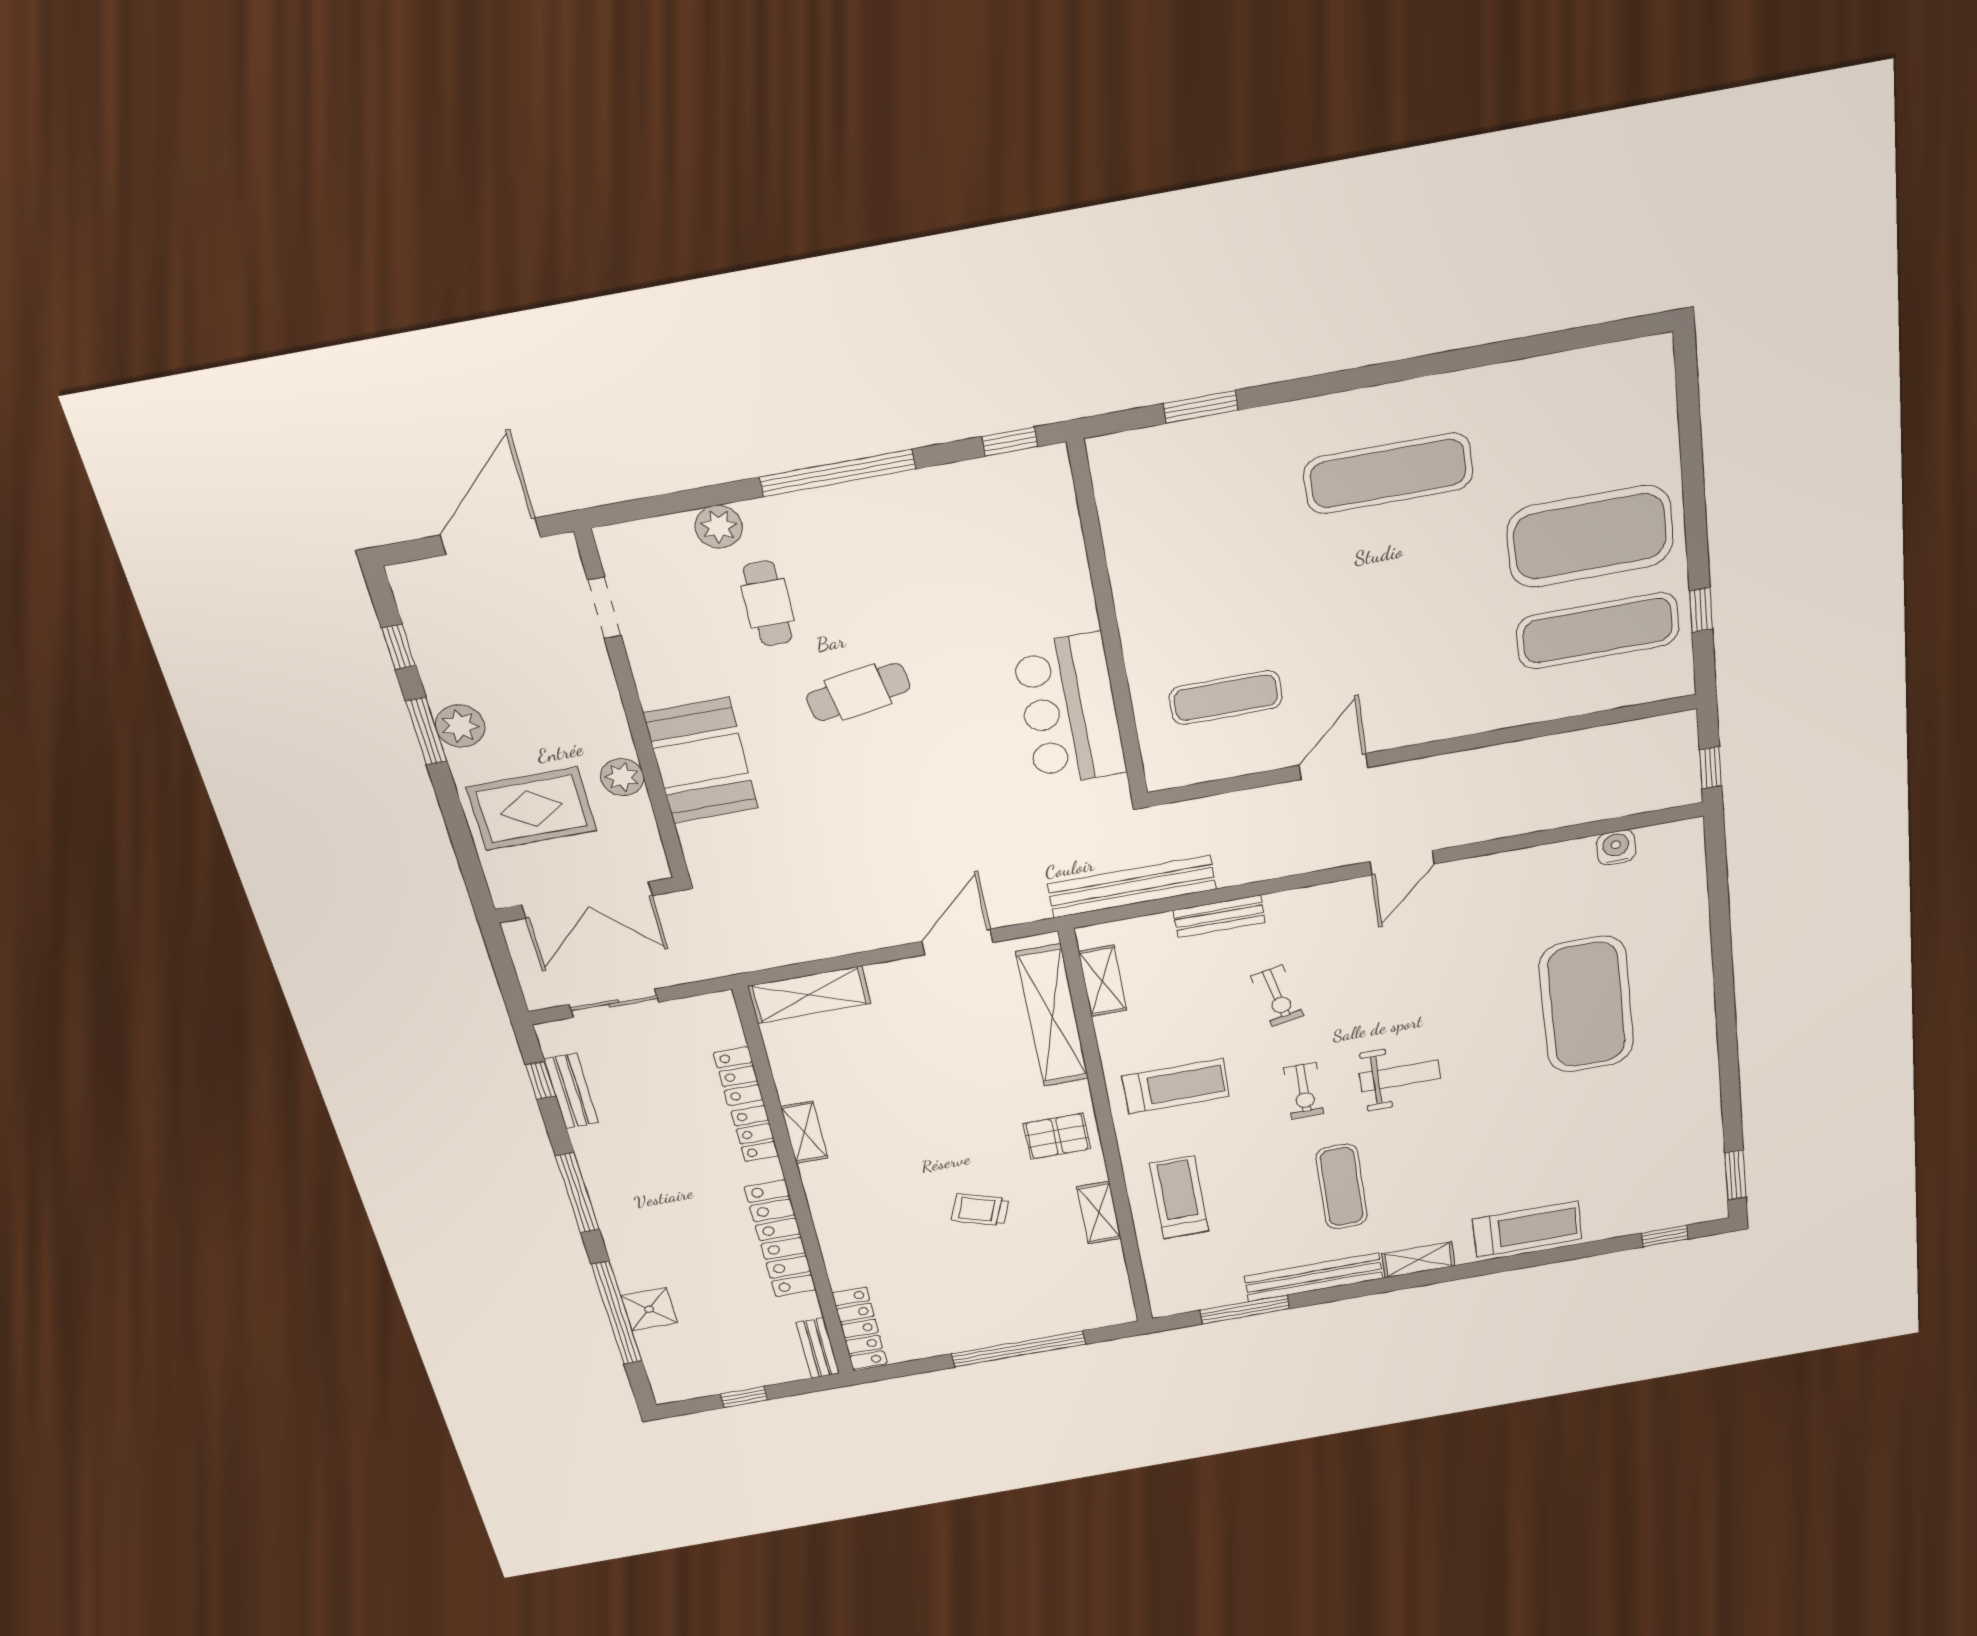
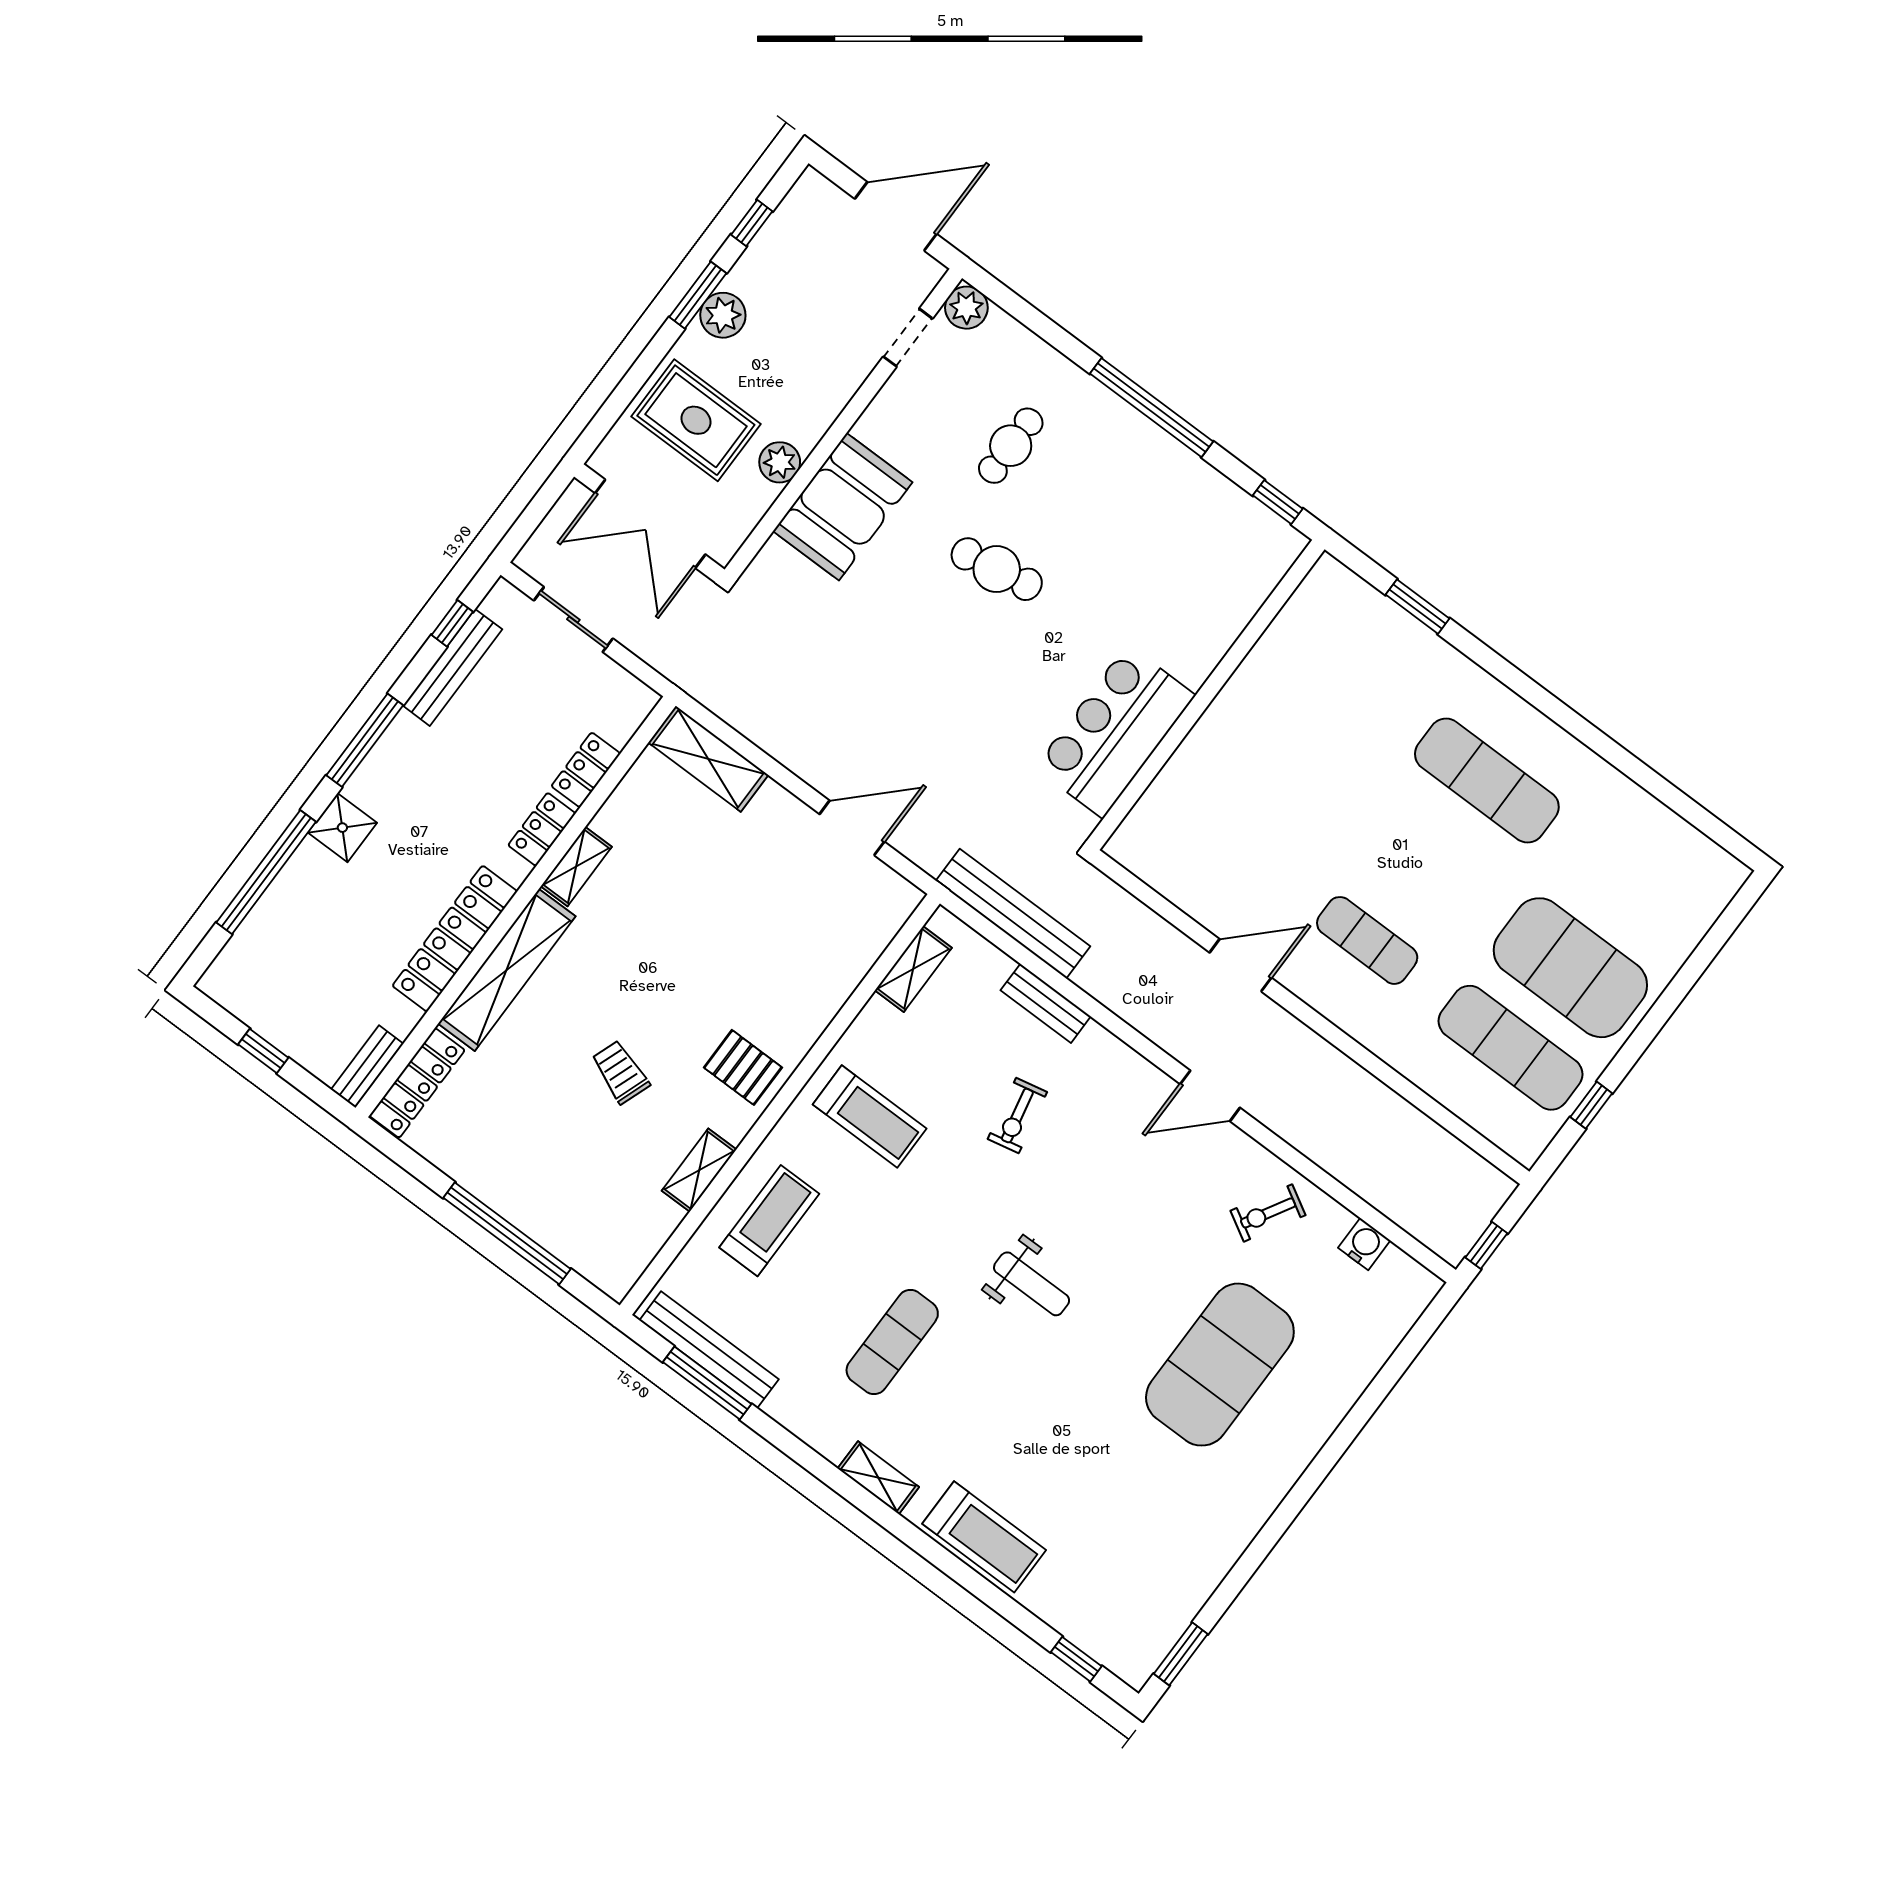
plant: (719, 527) -> (966, 308), moved
exercise mat: (1226, 698) -> (1367, 940), moved
shelving: (1052, 1016) -> (507, 970), moved
bench: (571, 1091) -> (452, 667), width x1.36
exercise bike: (1304, 1091) -> (1268, 1213), moved, turned 30
bench: (1314, 1277) -> (709, 1350), moved
shower: (649, 1309) -> (342, 828), moved

